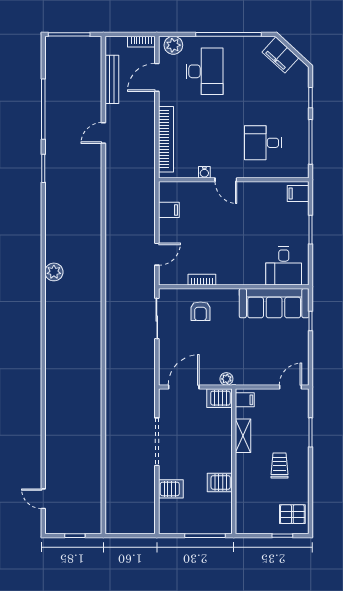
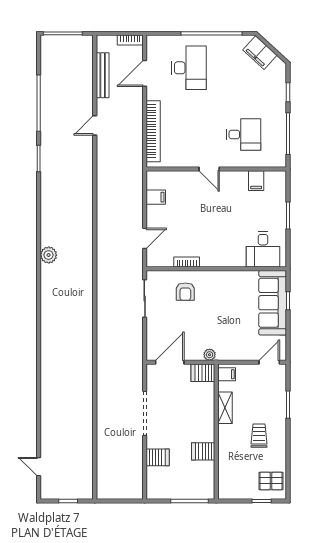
plant: (173, 45) -> (160, 43), removed
desk: (263, 143) -> (244, 134), turned 180
water cooler: (204, 172) -> (189, 162), removed
filing cabinet: (298, 193) -> (256, 181), moved, turned -90
sofa: (274, 303) -> (273, 303), moved, turned 90

